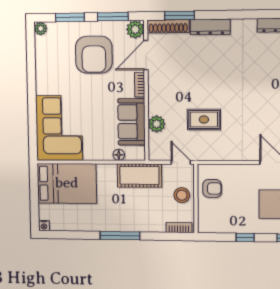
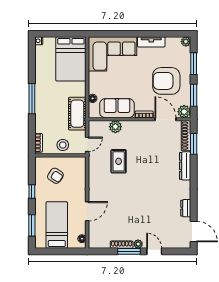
tv unit: (42, 76) -> (151, 42), added
armchair: (212, 188) -> (55, 176), moved, turned -57

